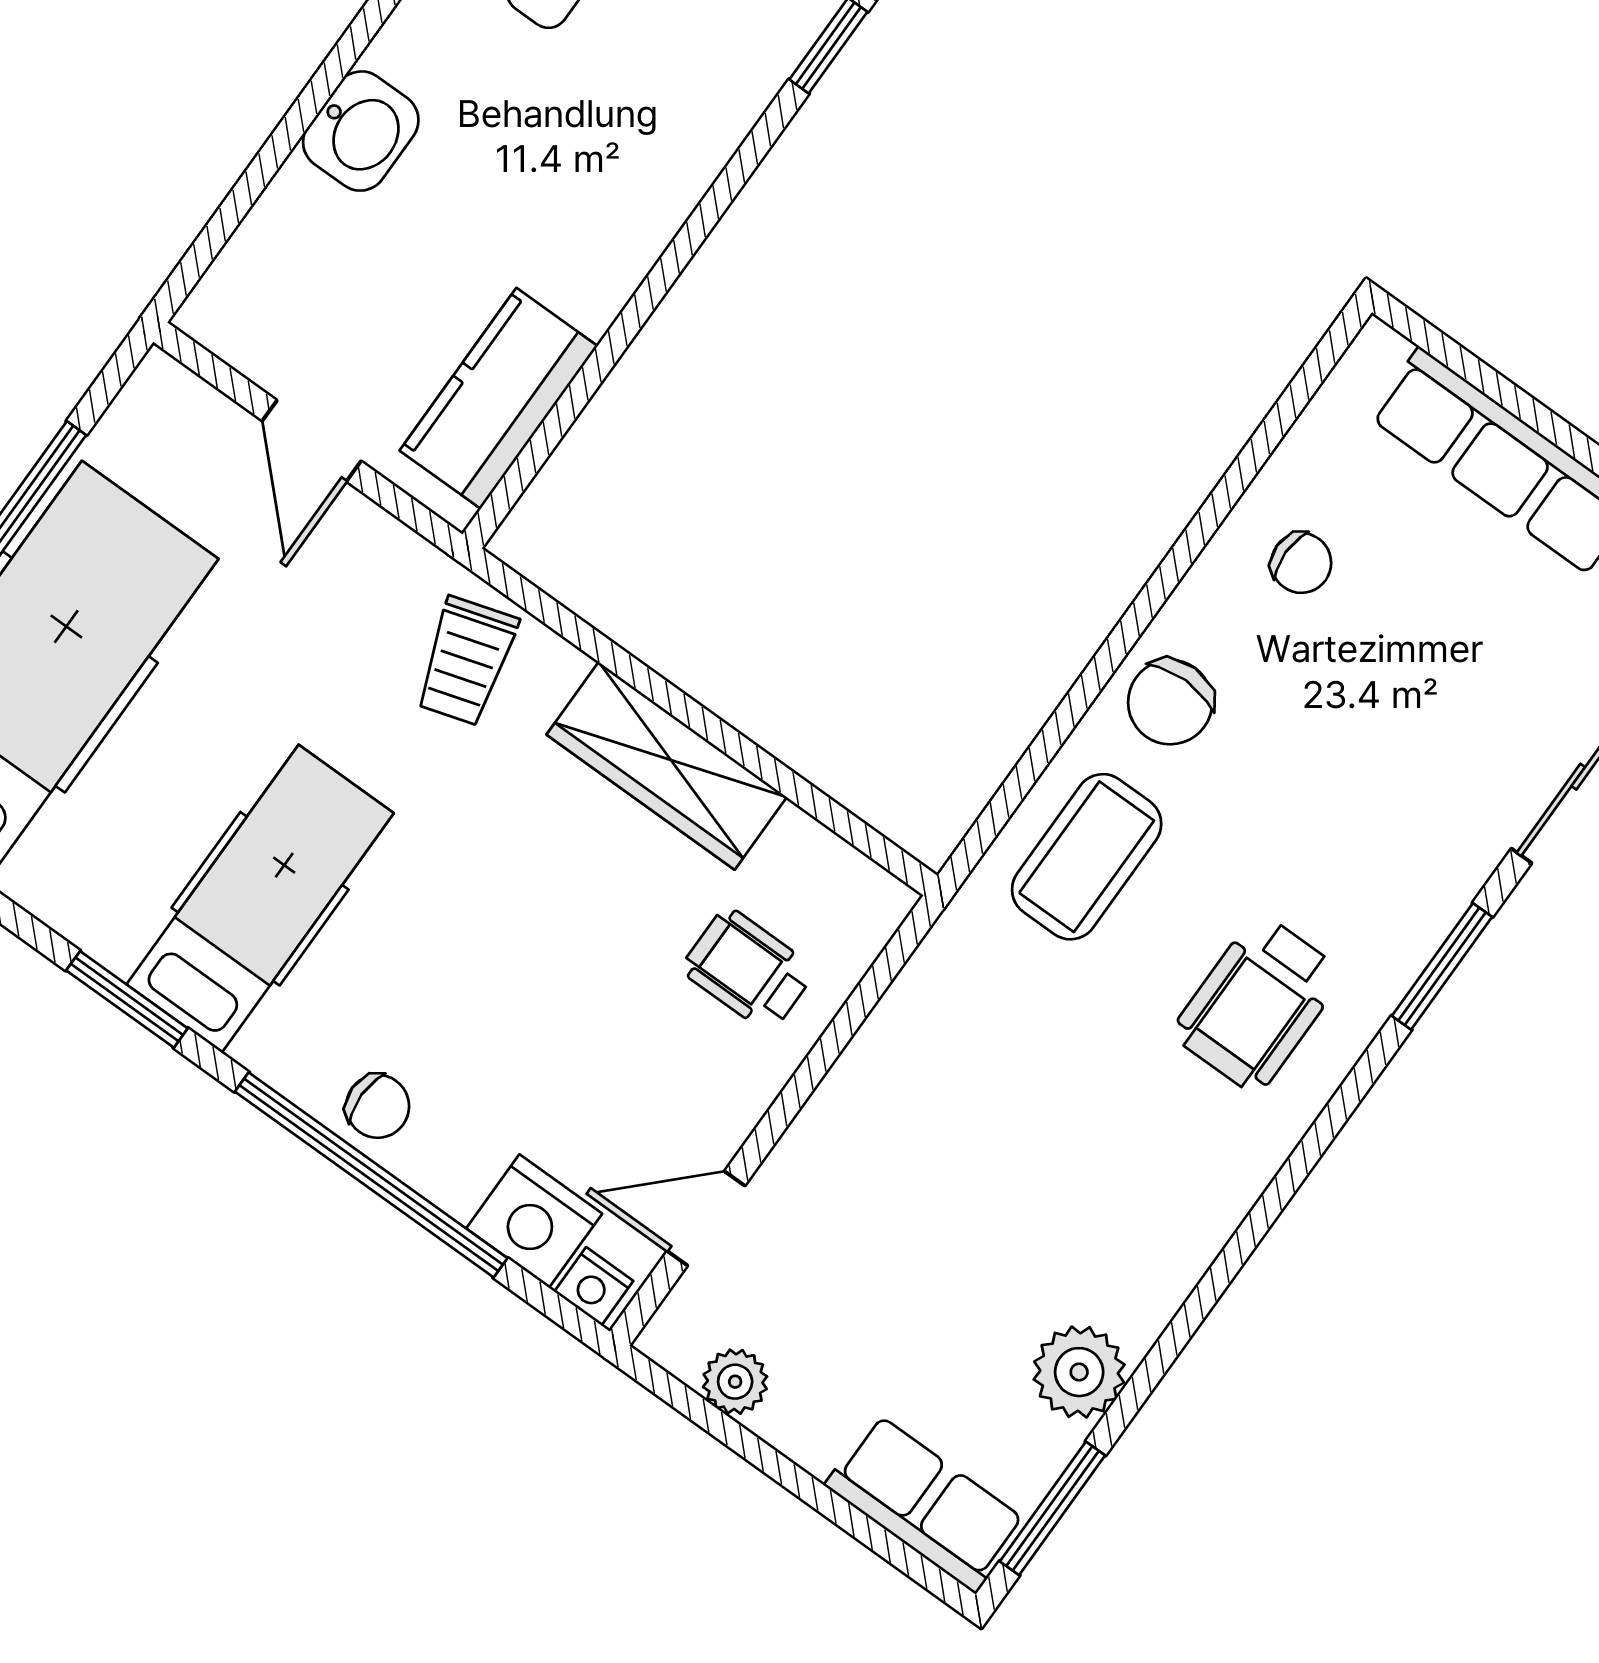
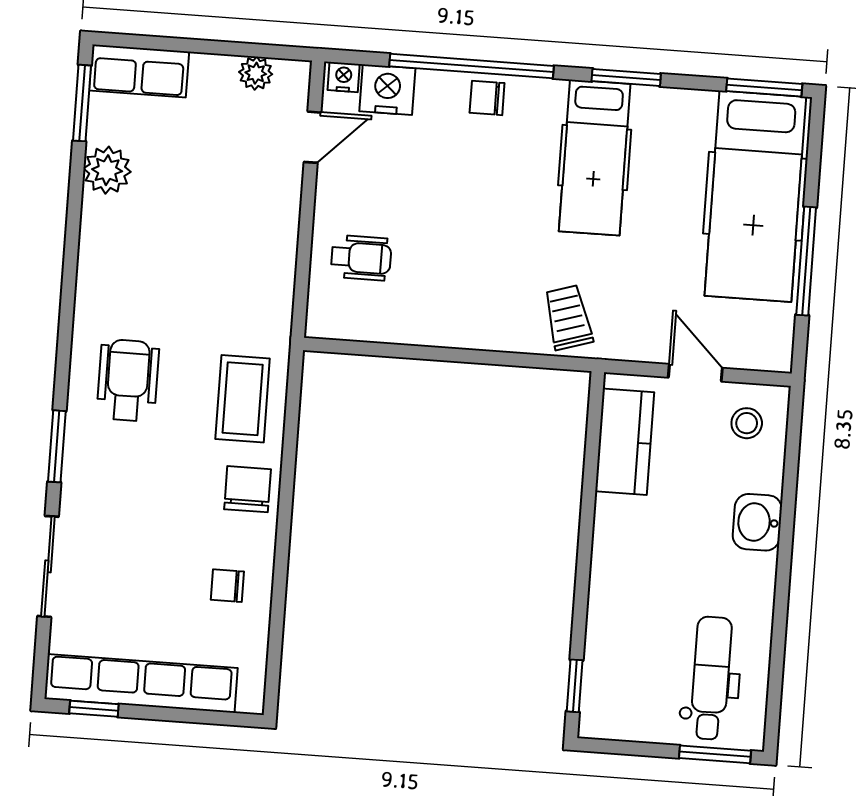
stool: (278, 306) -> (747, 423), added
wardrobe: (667, 766) -> (452, 326), removed

